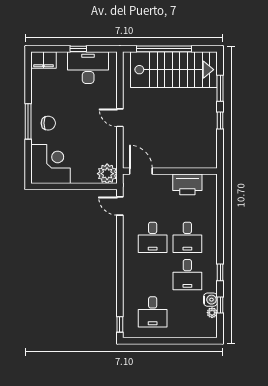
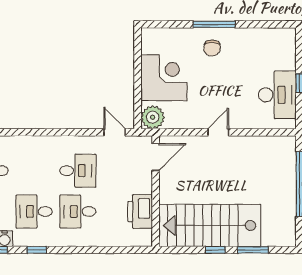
filing cabinet: (44, 60) -> (286, 42), removed
stairs: (174, 70) -> (210, 225), moved, turned 90
corner desk: (51, 164) -> (164, 78), moved, turned -90
door: (120, 206) -> (115, 132), hinge flipped
desk: (153, 237) -> (78, 171), turned 180

